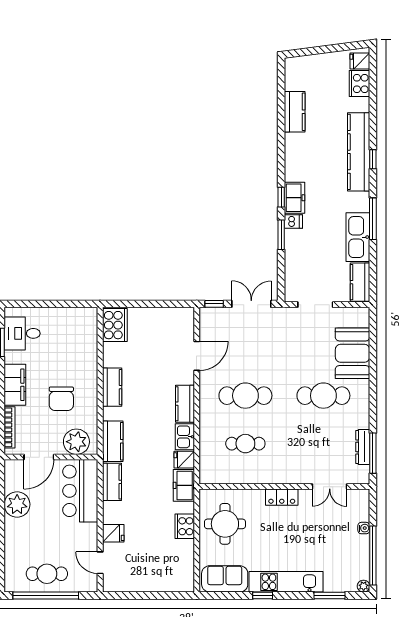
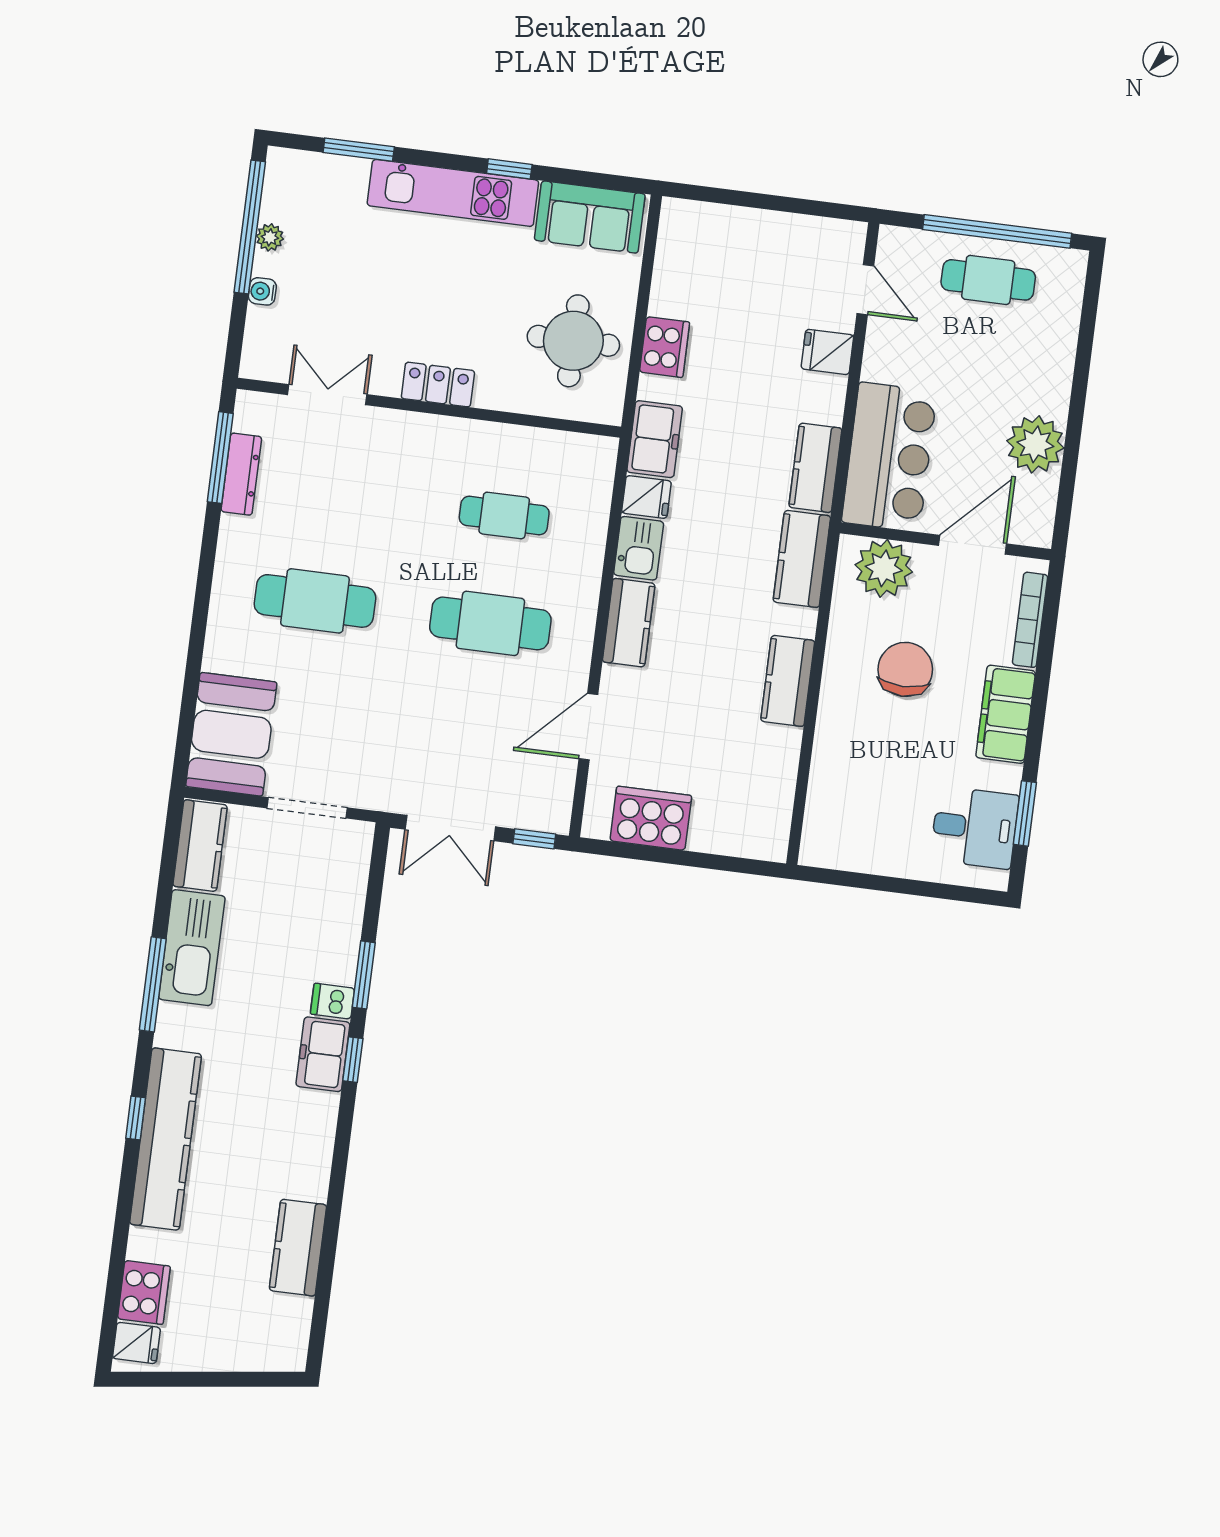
cooker: (115, 325) -> (651, 818), moved, turned 90
booth: (353, 353) -> (231, 734), moved
plant: (364, 586) -> (270, 237), moved

